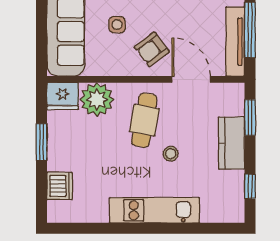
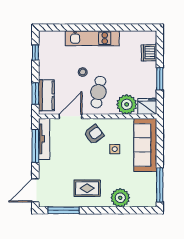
door: (191, 79) -> (70, 116), swing flipped
kitchen counter: (232, 143) -> (46, 95), moved

